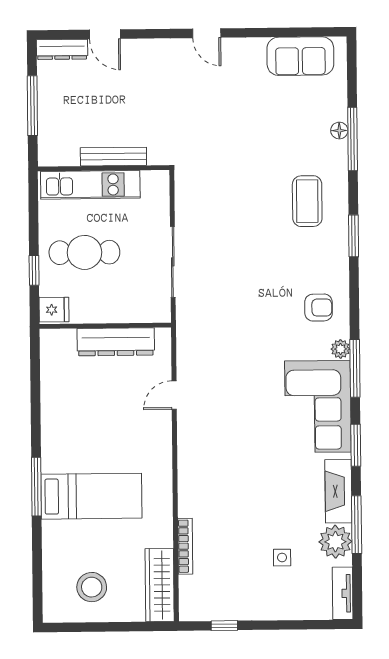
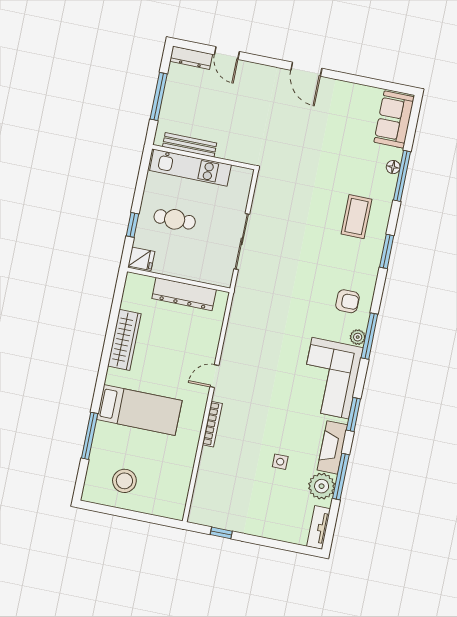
door: (207, 33) -> (306, 69), width x1.38
sofa: (300, 56) -> (394, 119), moved, turned 90
bench: (113, 157) -> (190, 145), moved
cafe table: (84, 252) -> (175, 219), width x0.73, depth x0.74
window: (355, 368) -> (369, 336), moved
door: (174, 395) -> (214, 376), moved
window: (36, 487) -> (90, 436), moved
bookcase: (185, 546) -> (212, 424), moved
side table: (282, 558) -> (280, 462), moved
wardrobe: (160, 585) -> (124, 340), moved, turned 180

